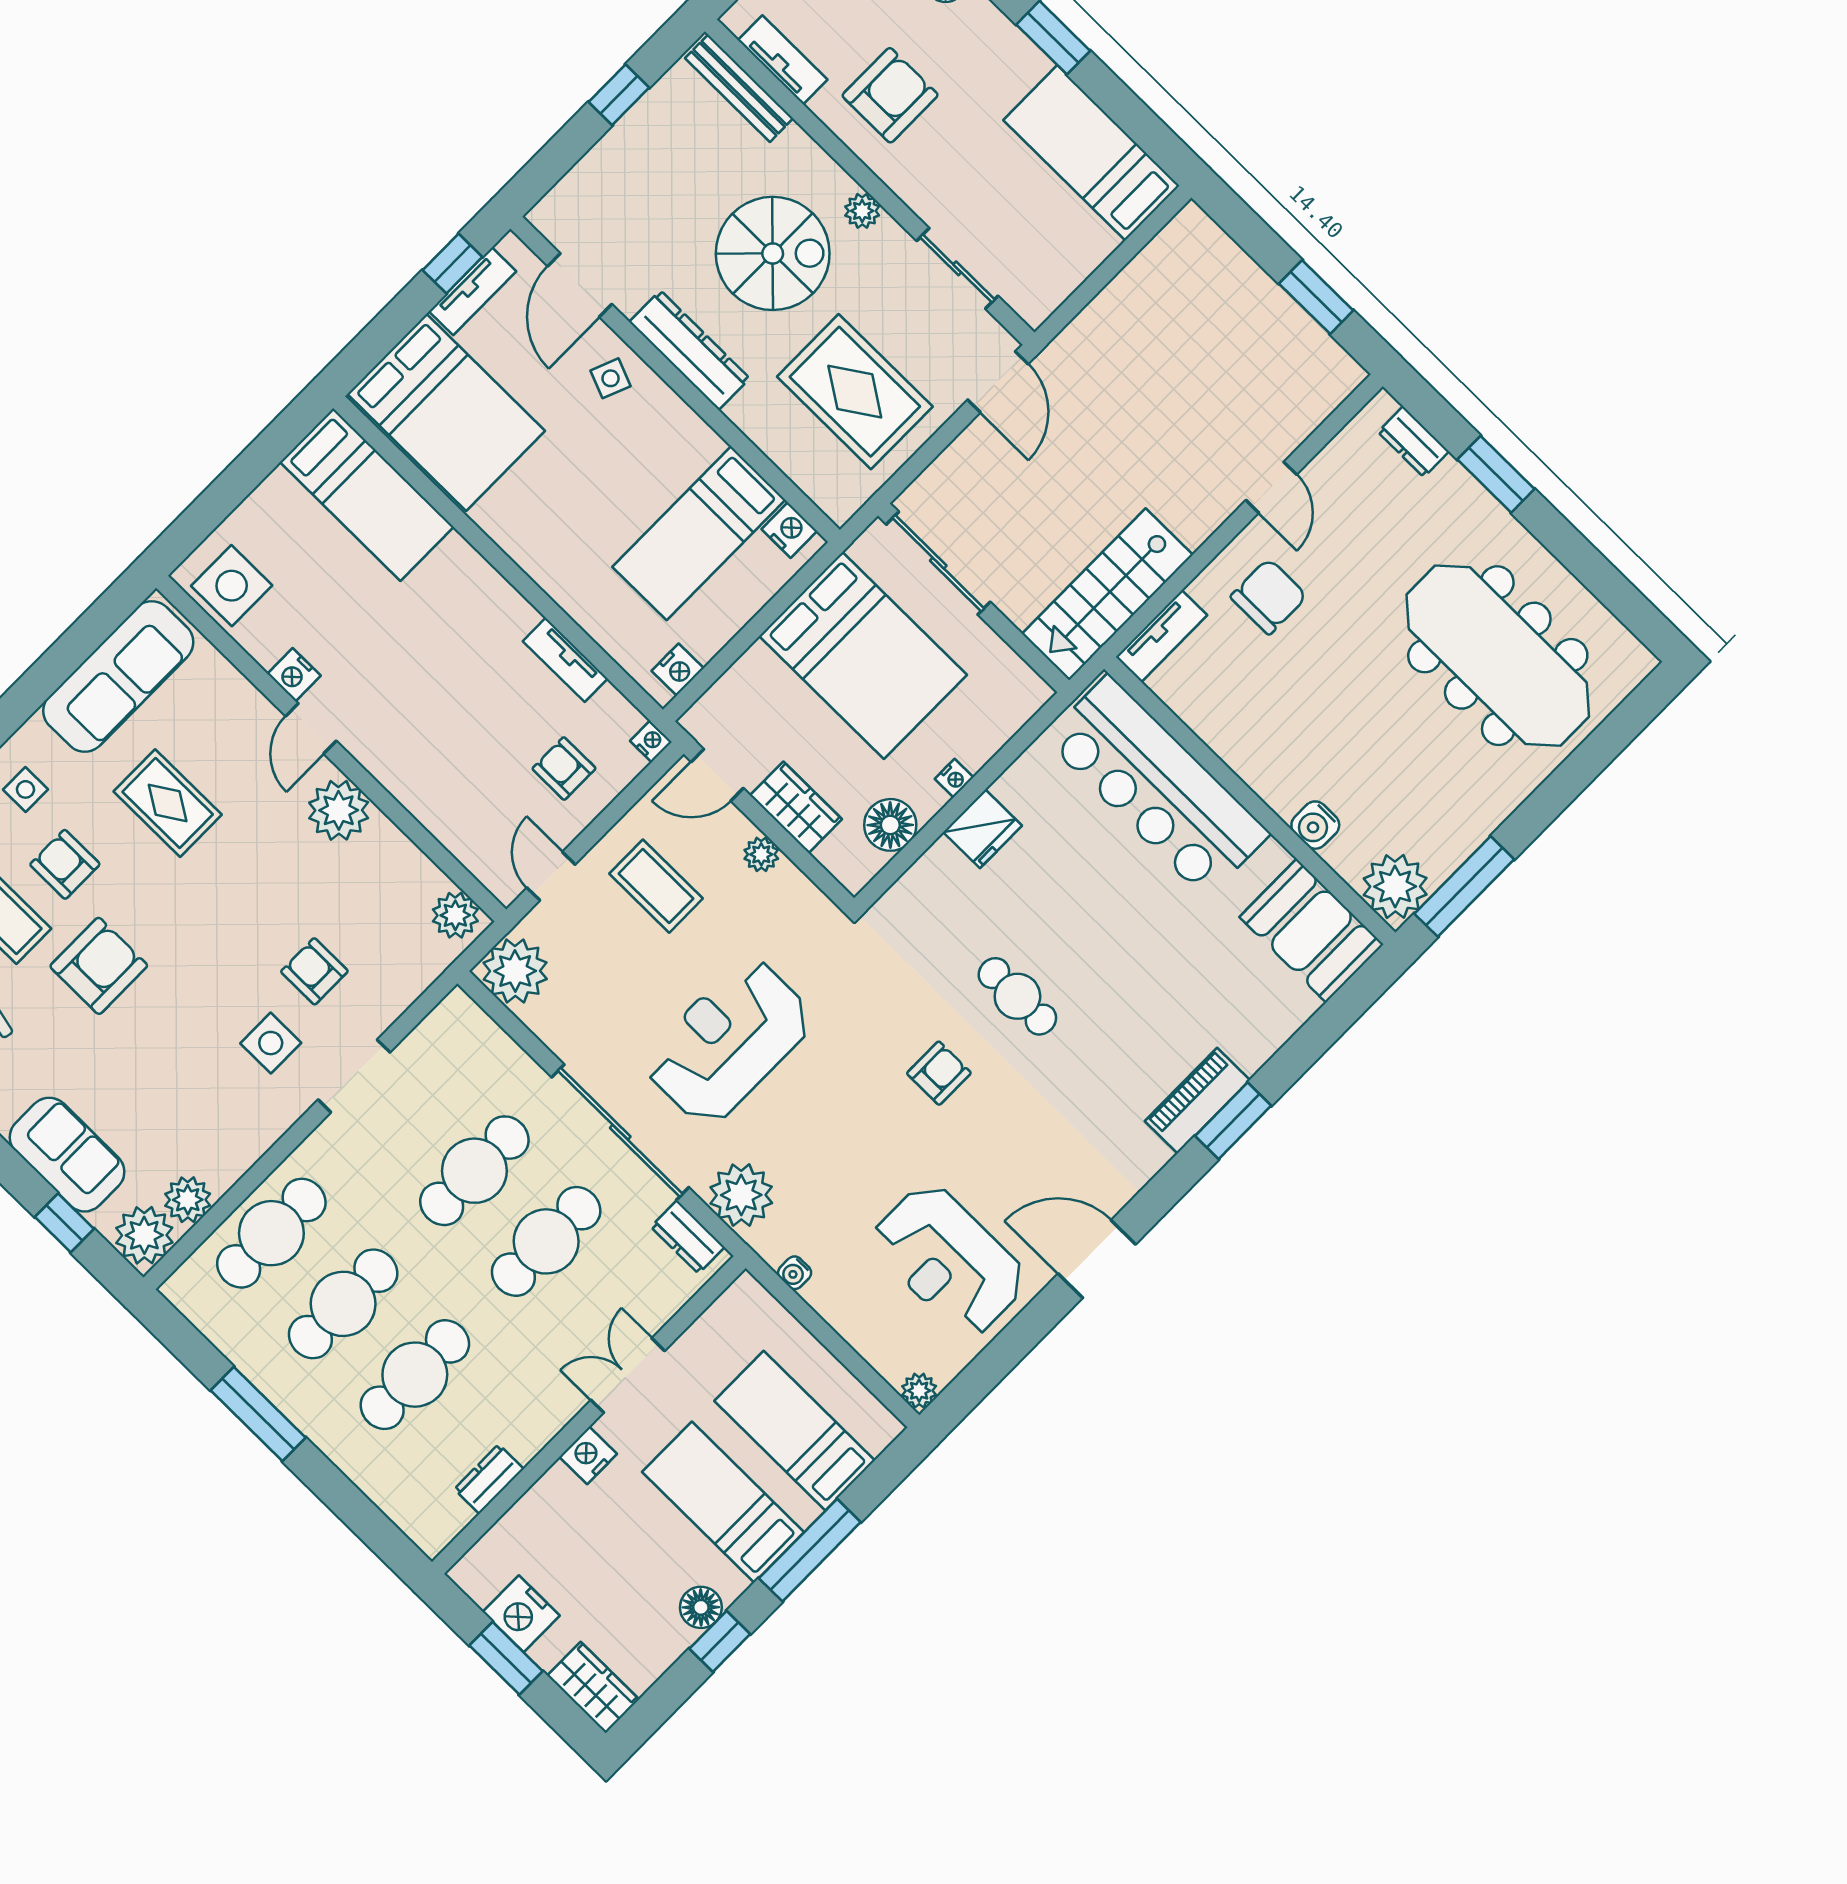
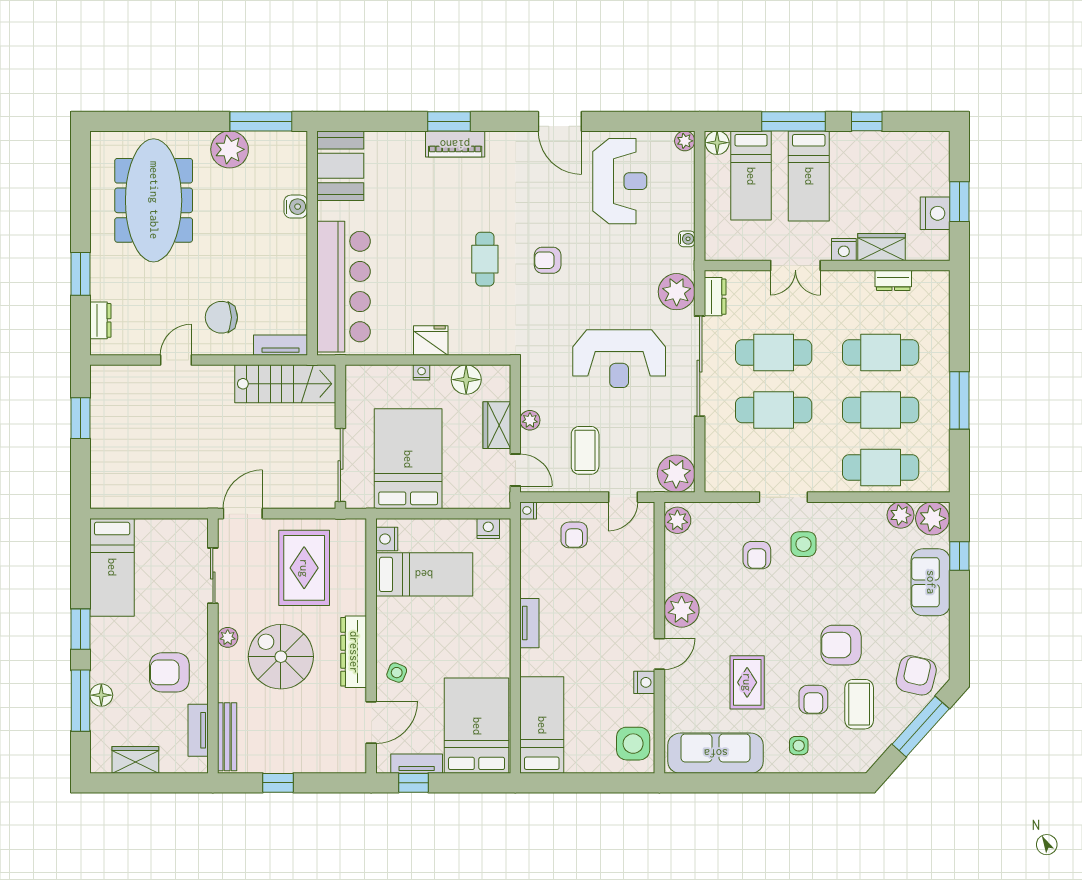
tv unit: (565, 660) -> (529, 623), moved
plant: (1395, 887) -> (230, 149), moved
floor lamp: (701, 1607) -> (717, 143), moved
wardrobe: (593, 1688) -> (881, 247), moved, turned 90

